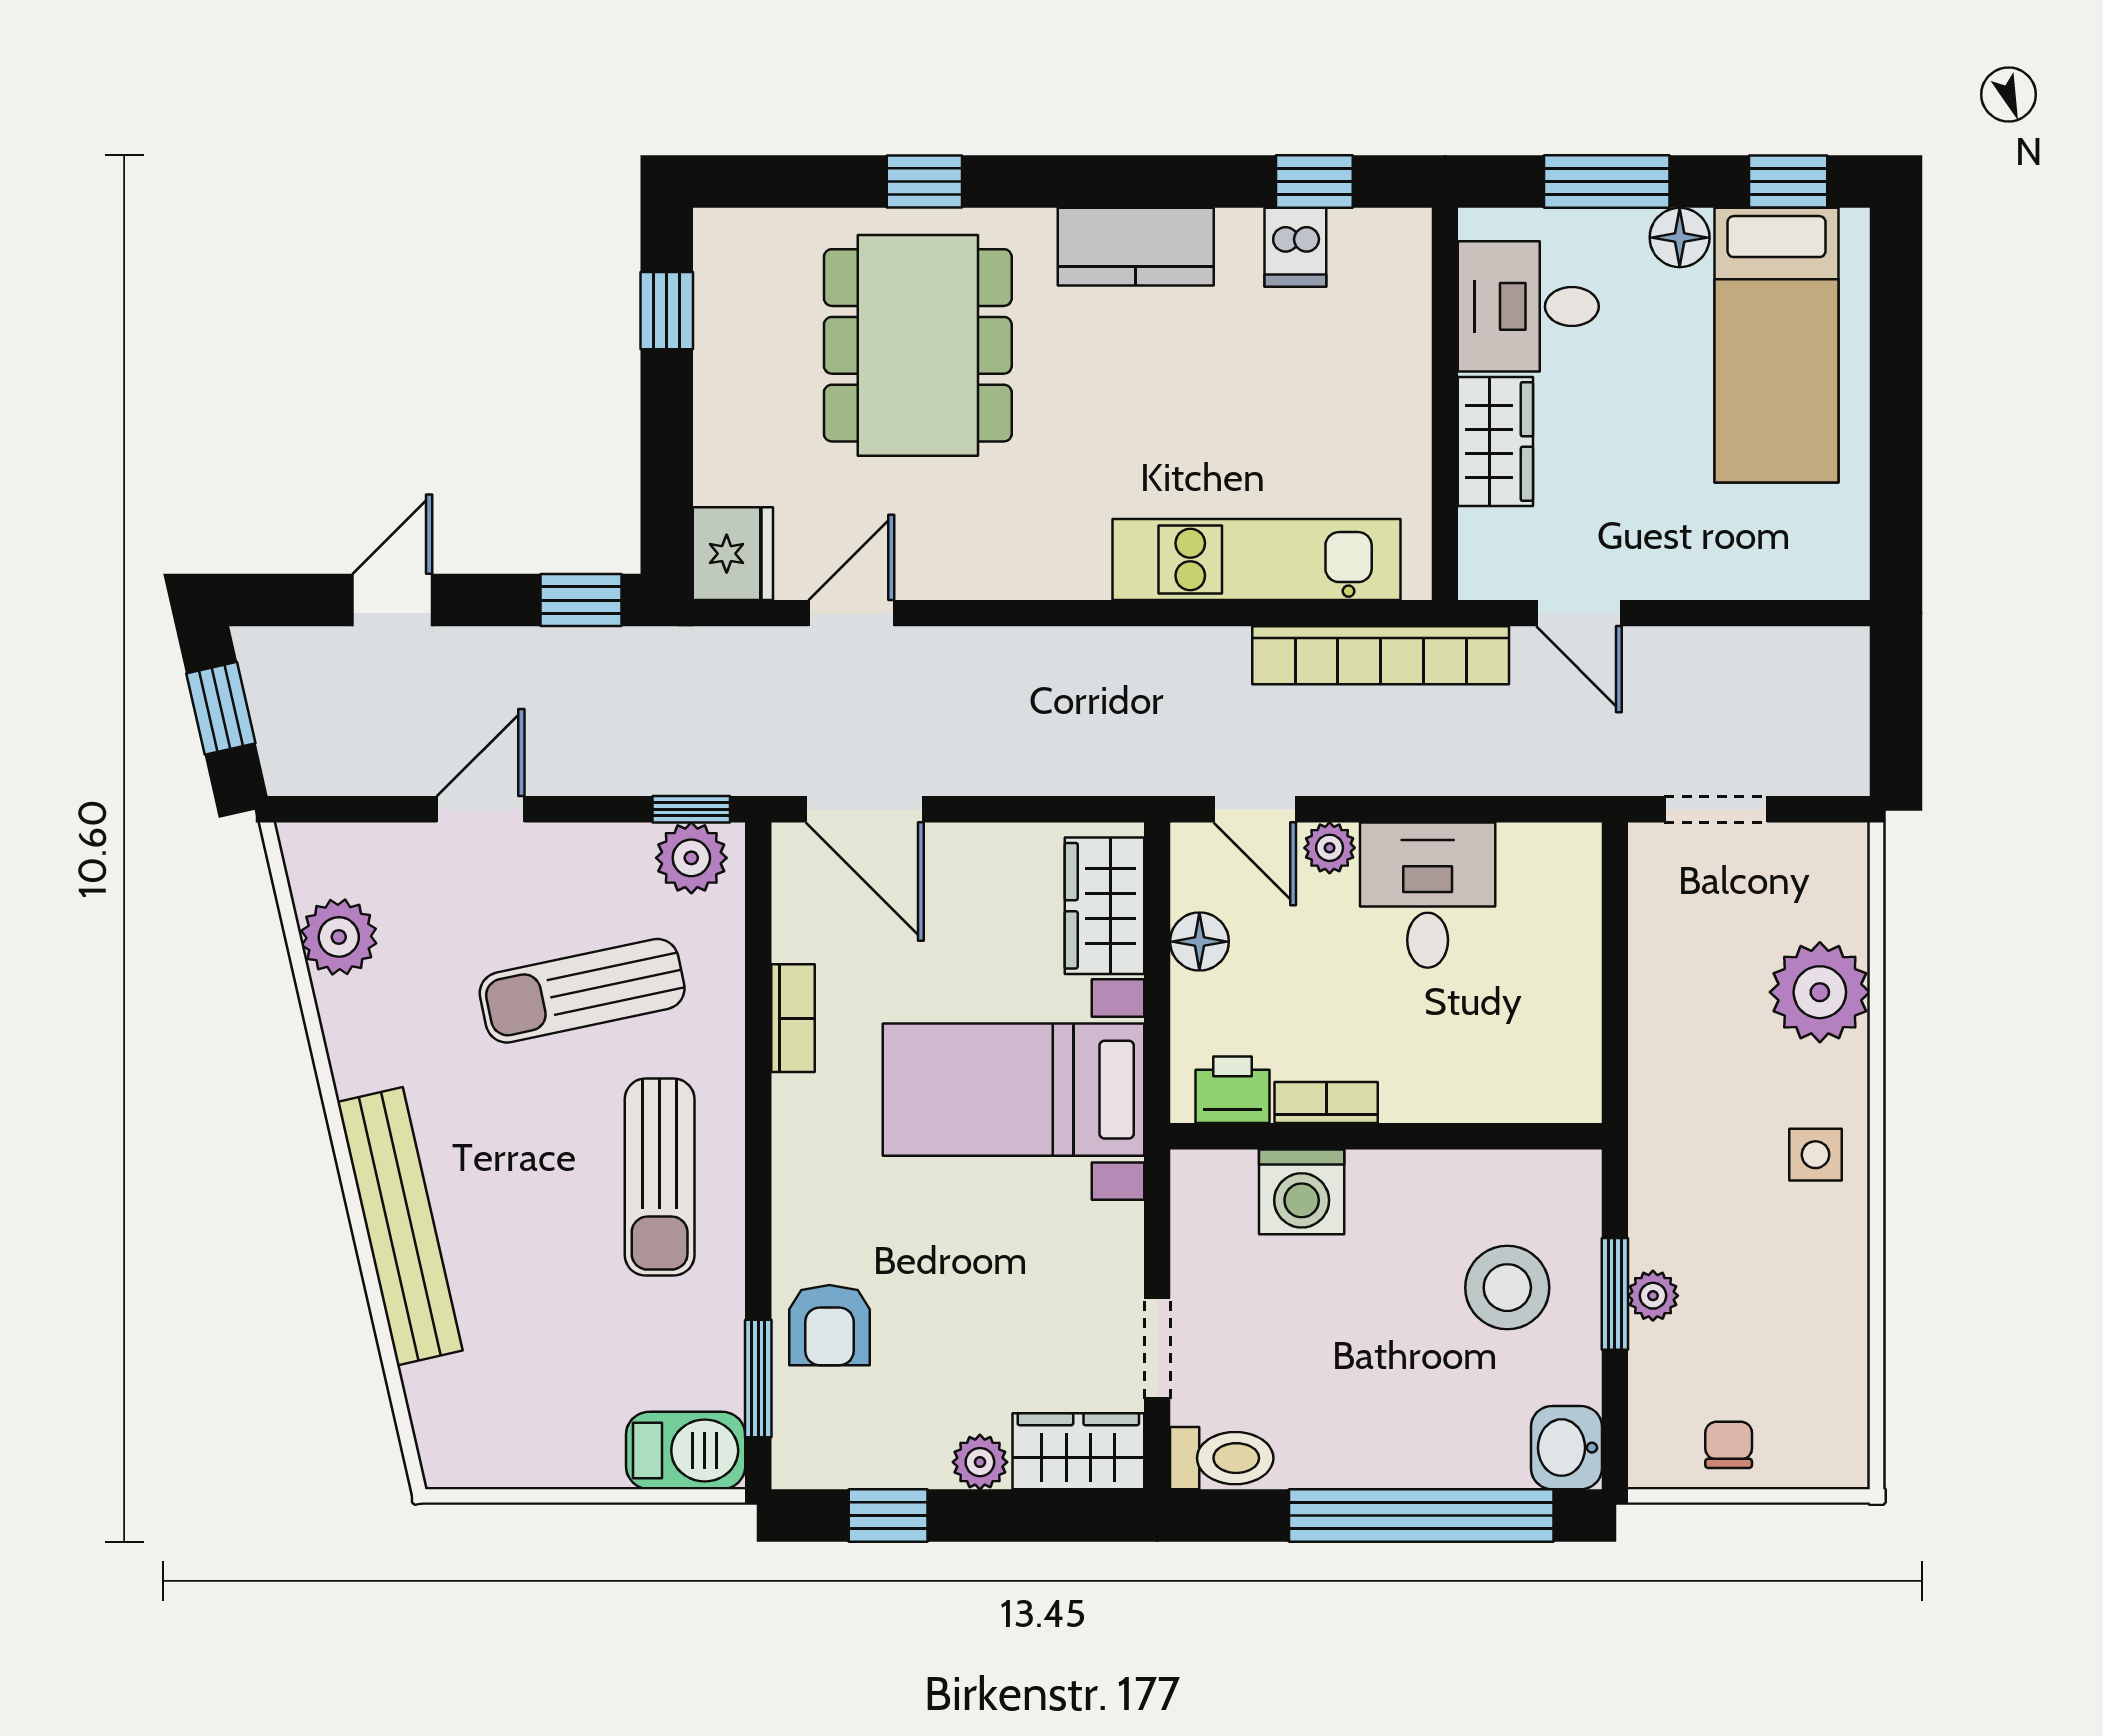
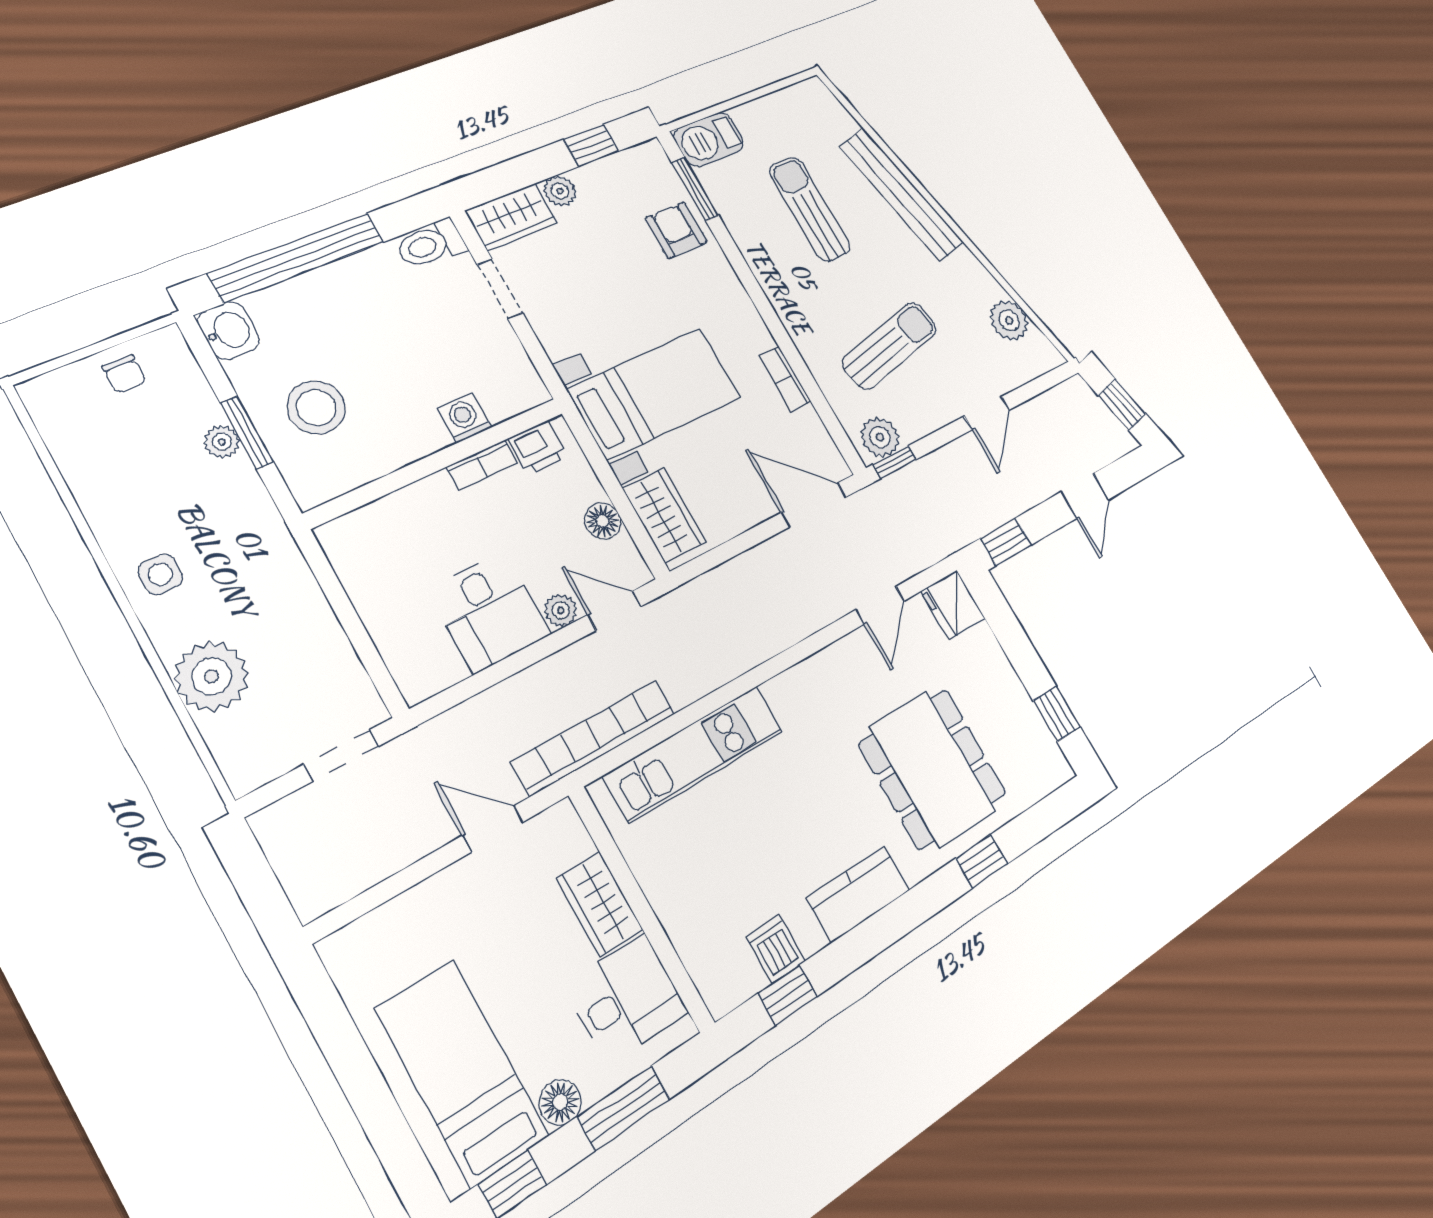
sun lounger: (660, 1177) -> (810, 209), moved
washing machine: (1302, 1192) -> (465, 418), width x0.73, depth x0.73

